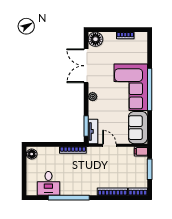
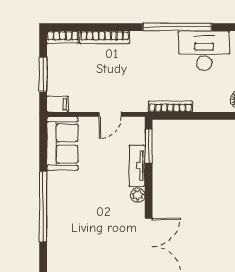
corner sofa: (131, 87) -> (74, 211), removed
tv unit: (93, 131) -> (137, 166), moved
door: (109, 145) -> (110, 114), hinge flipped
desk: (48, 183) -> (204, 51), width x1.37

